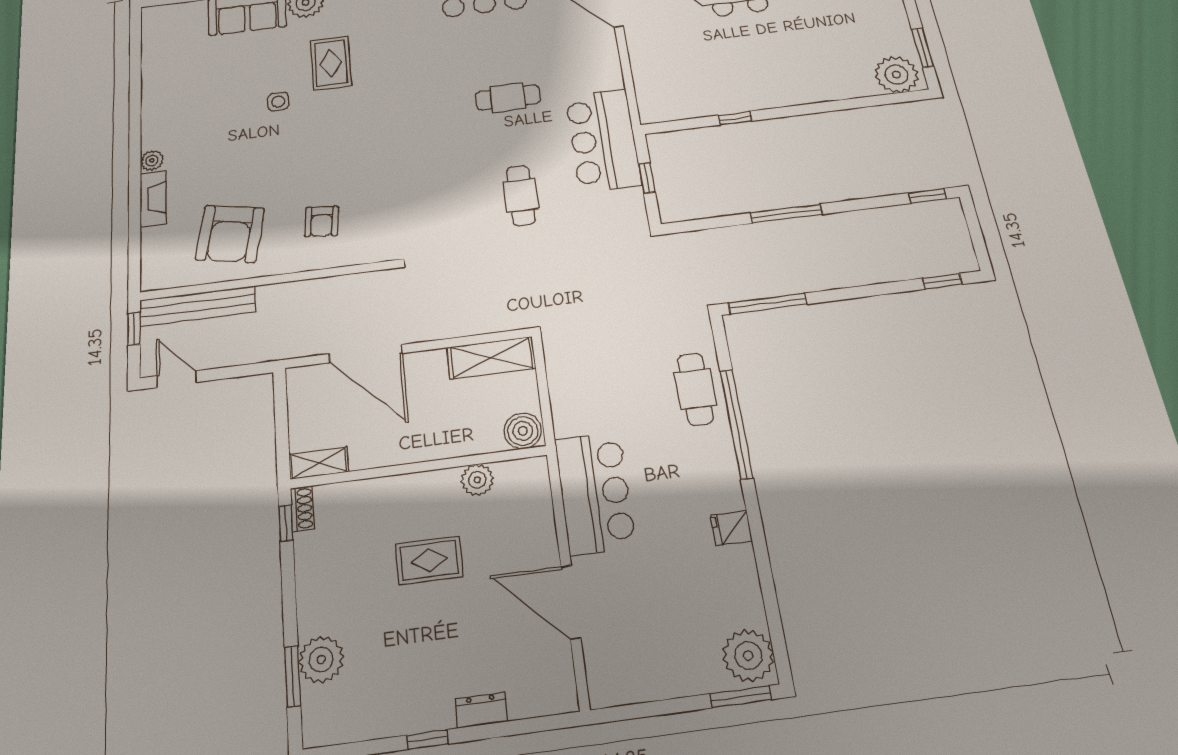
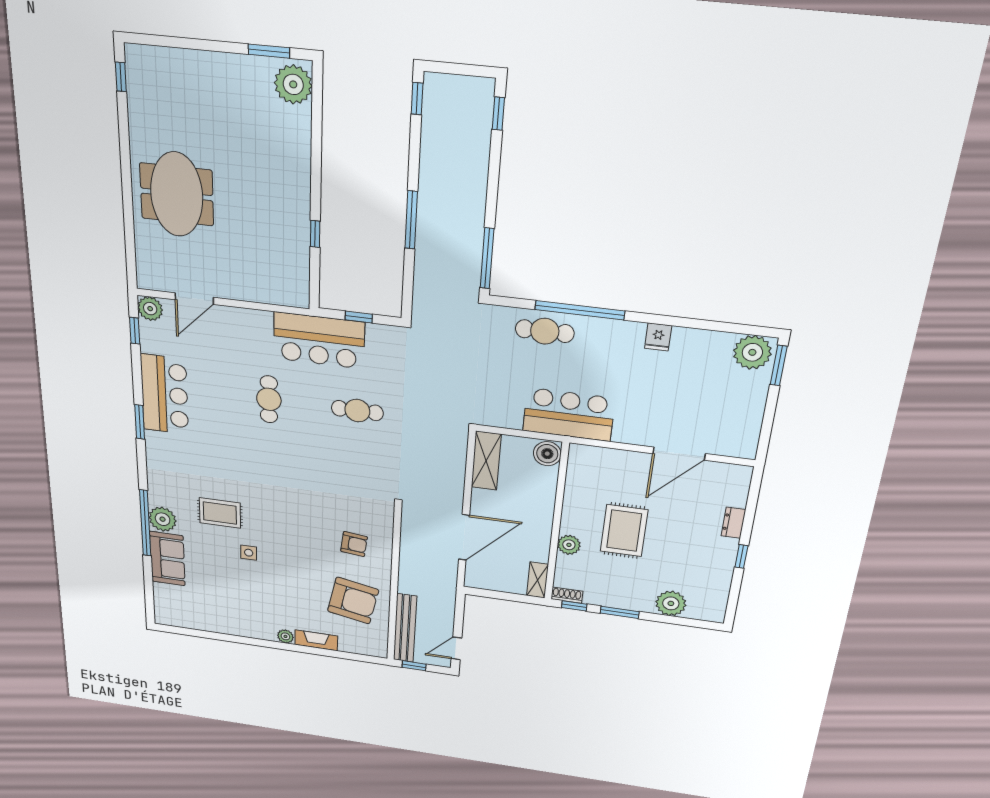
plant: (477, 480) -> (569, 545), moved
bar counter: (595, 493) -> (569, 415), moved
rug: (429, 560) -> (624, 531), width x1.36, depth x1.43
window: (292, 676) -> (620, 612), moved

